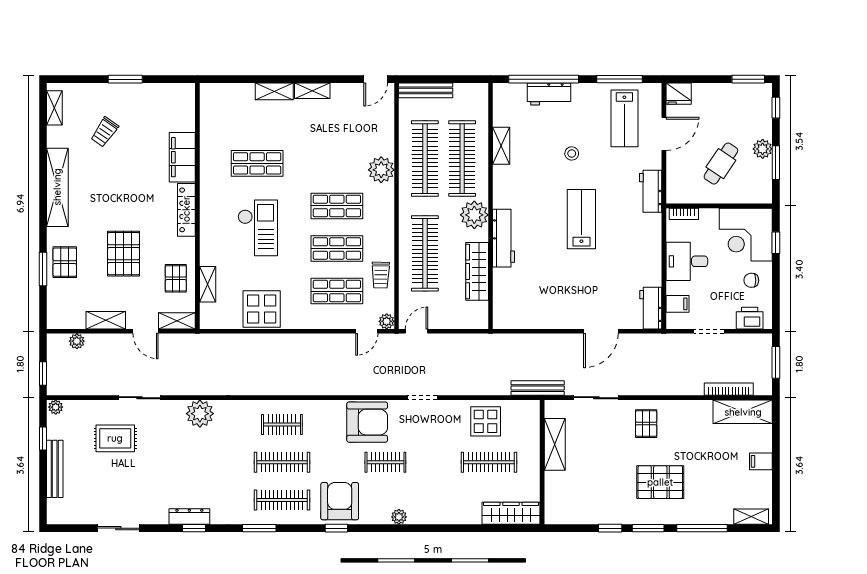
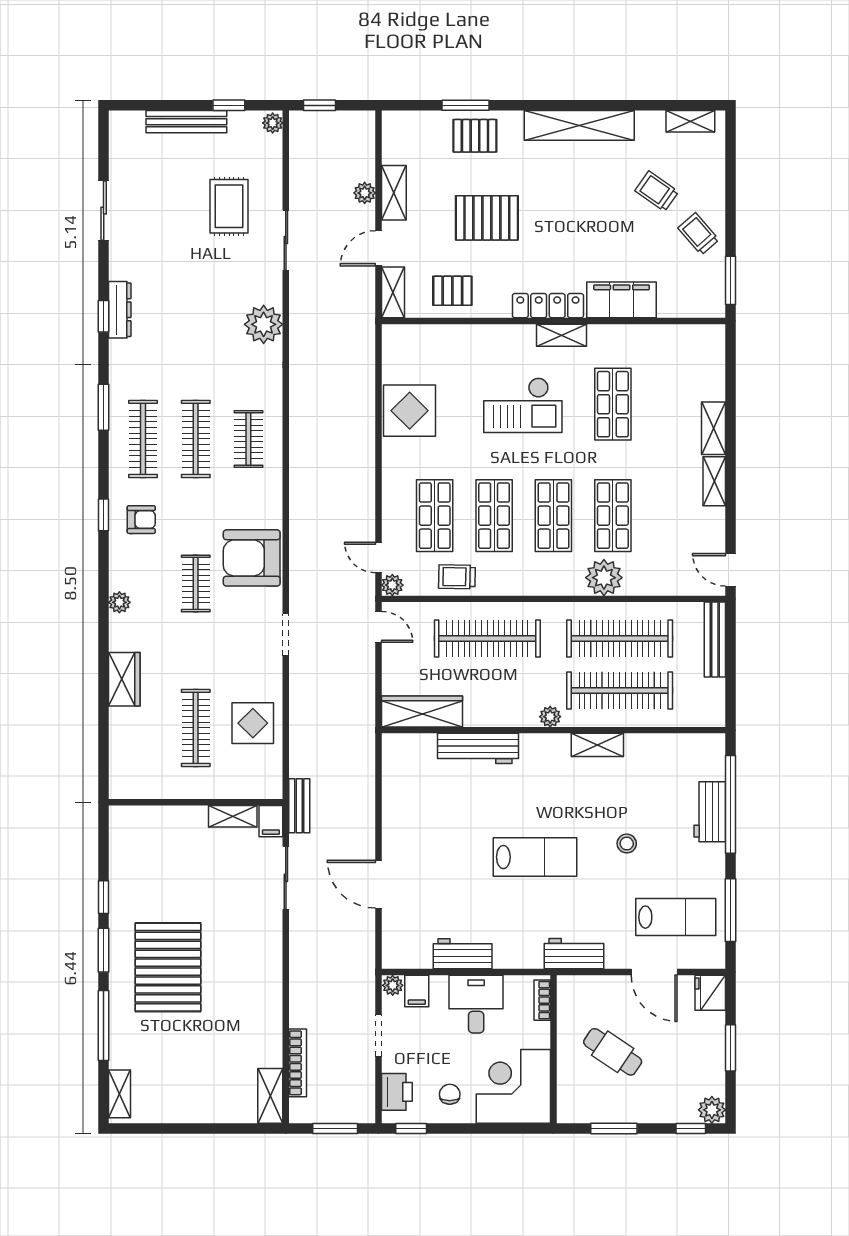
window: (125, 79) -> (731, 280), moved
window: (748, 79) -> (731, 1048), moved
trolley: (135, 102) -> (698, 234), added
lab bench: (624, 118) -> (676, 917), turned 180
shelving: (501, 146) -> (597, 745), moved
plant: (763, 149) -> (712, 1110), moved
shop shelf: (337, 163) -> (613, 516), added
plant: (474, 215) -> (550, 717), width x0.53, depth x0.53
workbench: (504, 238) -> (478, 748), moved
window: (776, 243) -> (411, 1129), moved
wardrobe: (477, 271) -> (422, 711), moved
shelving: (208, 284) -> (562, 335), moved
workbench: (651, 308) -> (463, 954), moved
plant: (673, 321) -> (393, 985), added
plant: (77, 341) -> (365, 193), moved
bench: (538, 388) -> (299, 806), width x0.73
shelving: (743, 412) -> (270, 1096), width x0.67, depth x0.75
armchair: (367, 422) -> (252, 558), turned 90
pallet: (646, 424) -> (250, 947), removed
shelving: (555, 444) -> (233, 816), width x0.67, depth x0.75
filing cabinet: (761, 461) -> (271, 821), moved, turned 180
pallet: (660, 482) -> (168, 967), width x1.37, depth x1.41
armchair: (340, 501) -> (141, 520), width x0.53, depth x0.53
wardrobe: (511, 513) -> (124, 679), moved, width x0.67

